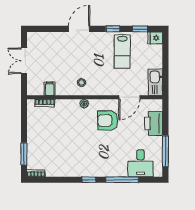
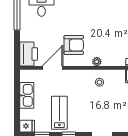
kitchen sink: (155, 82) -> (27, 95), moved
printer: (154, 123) -> (29, 54), moved

